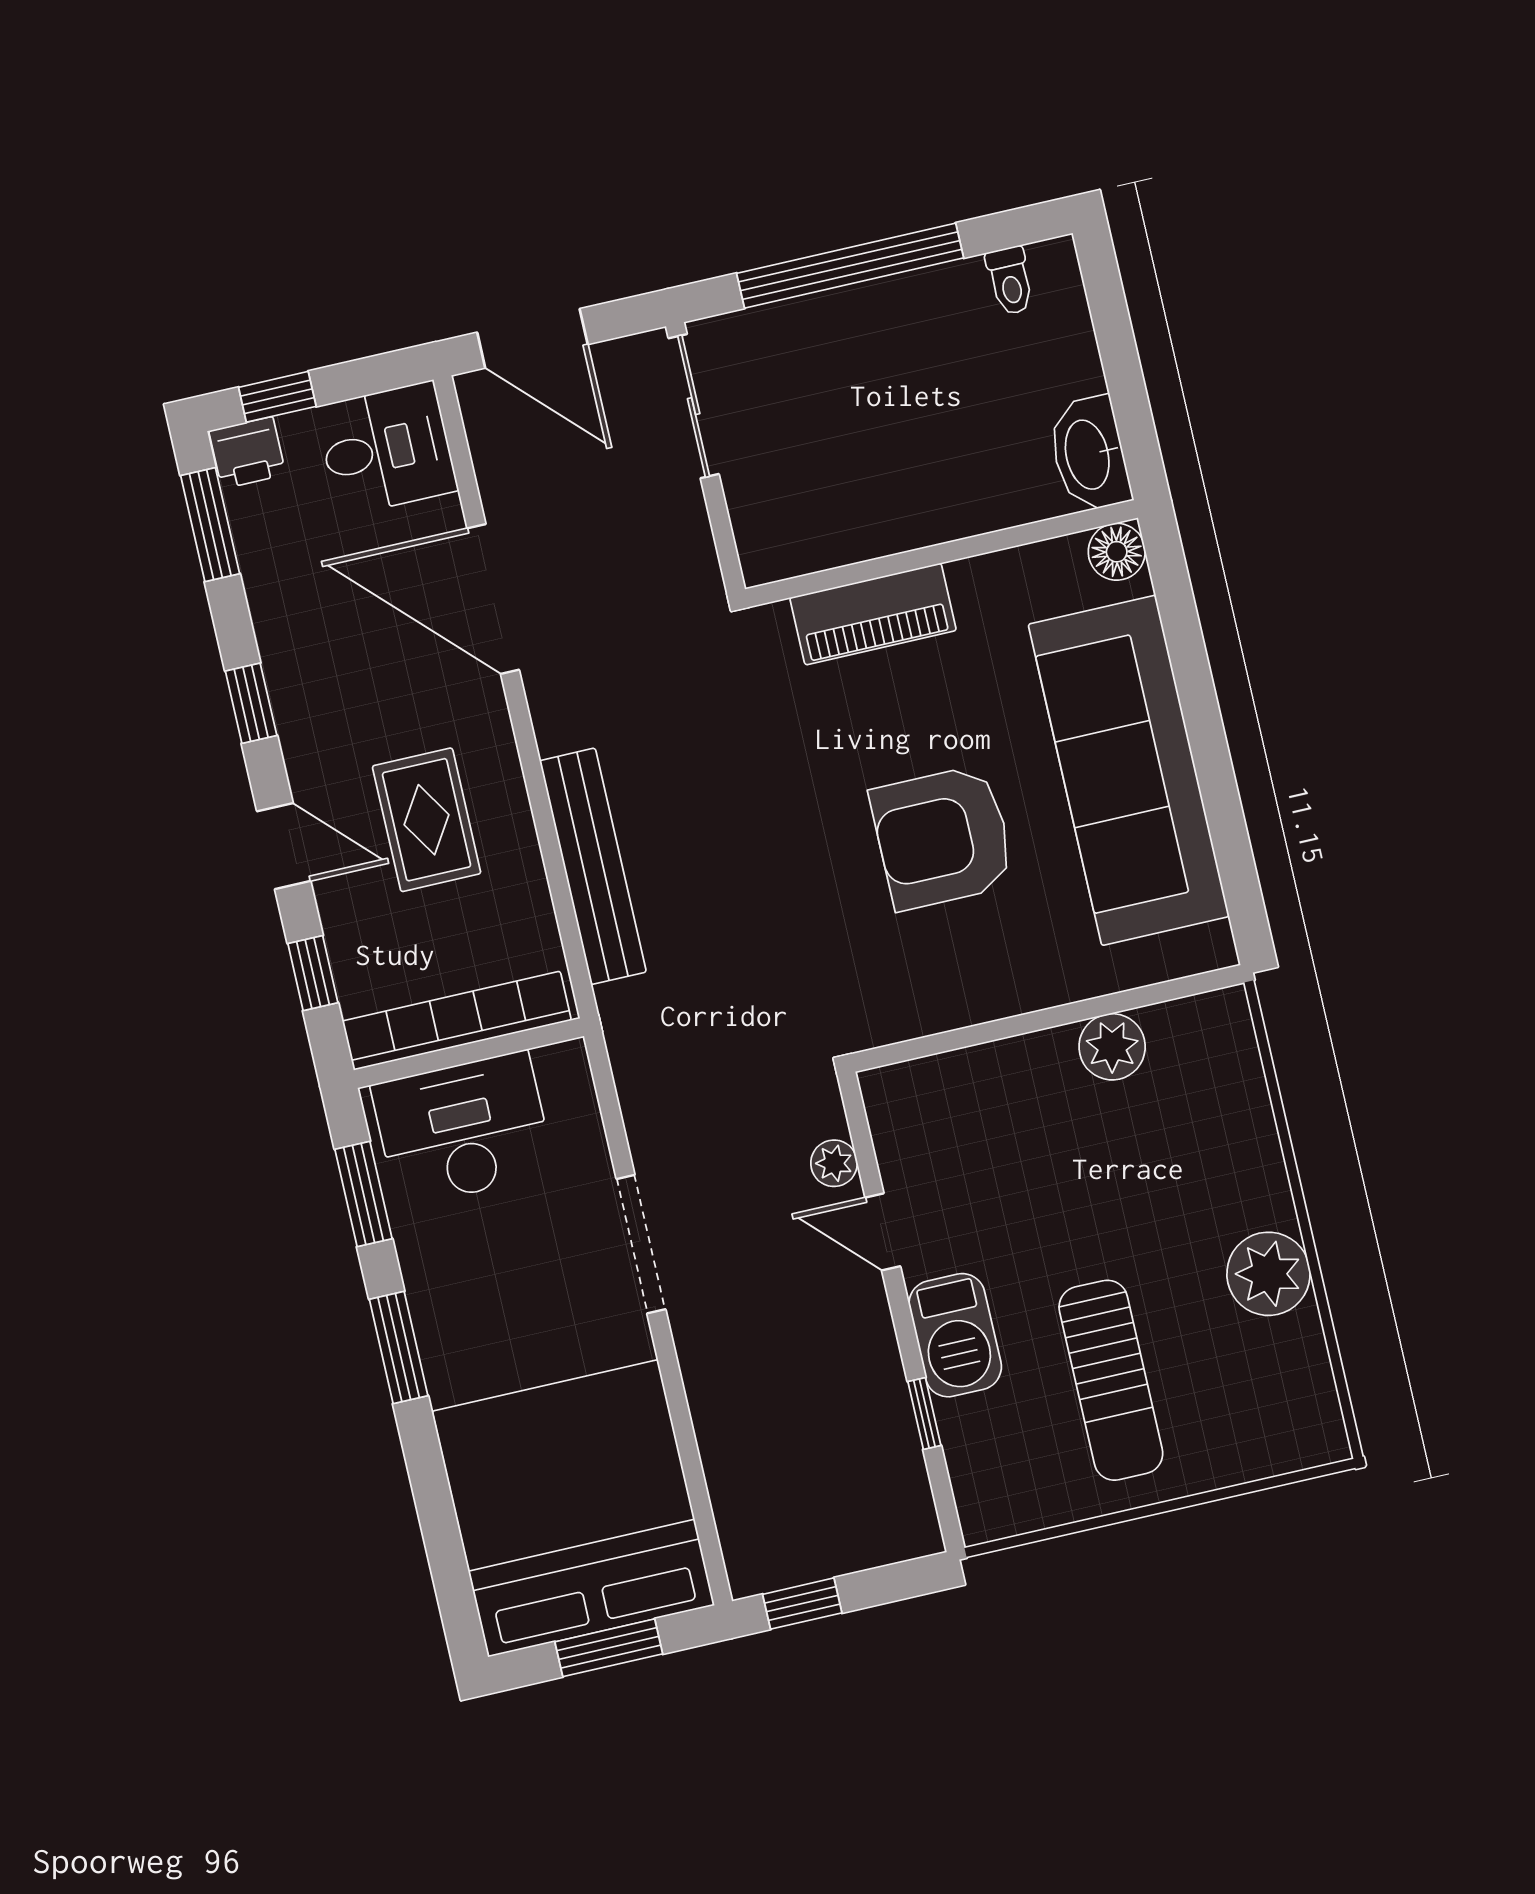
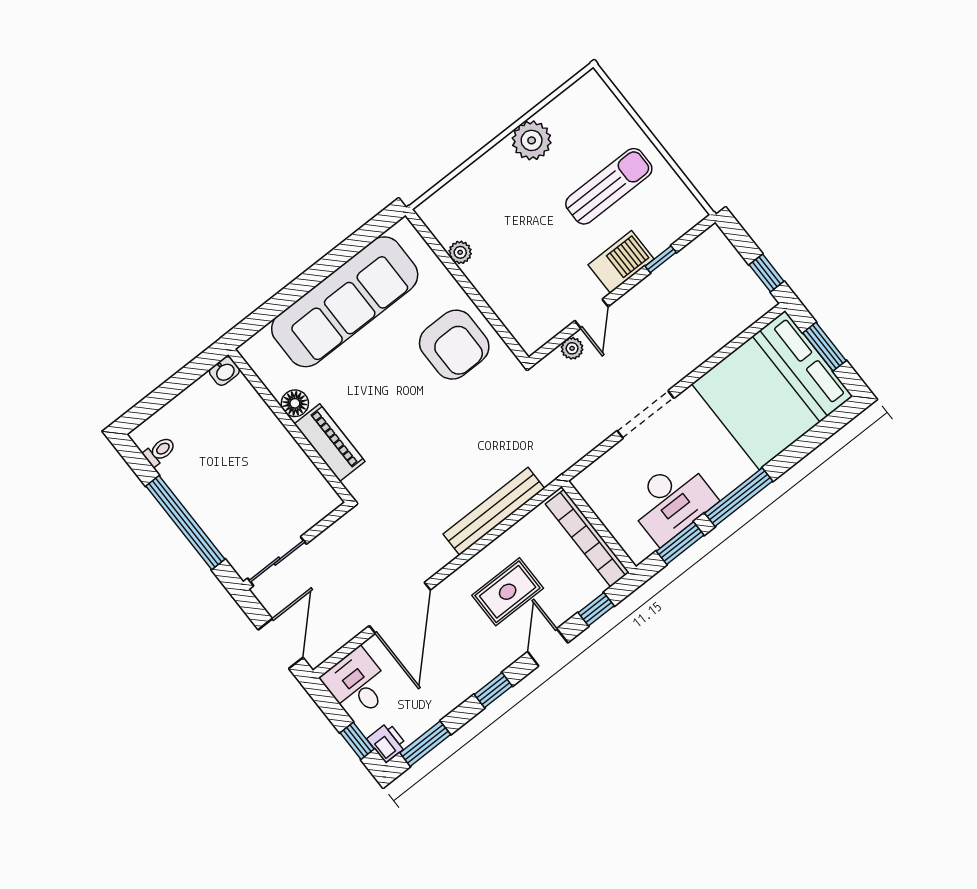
washbasin: (1089, 454) -> (224, 371), width x0.52, depth x0.69
floor lamp: (1117, 552) -> (295, 403), moved
armchair: (943, 837) -> (454, 345), moved
plant: (1112, 1047) -> (460, 252), width x0.73, depth x0.73
desk: (463, 1129) -> (671, 501), moved, turned -90
window: (399, 1347) -> (739, 497), width x1.44

